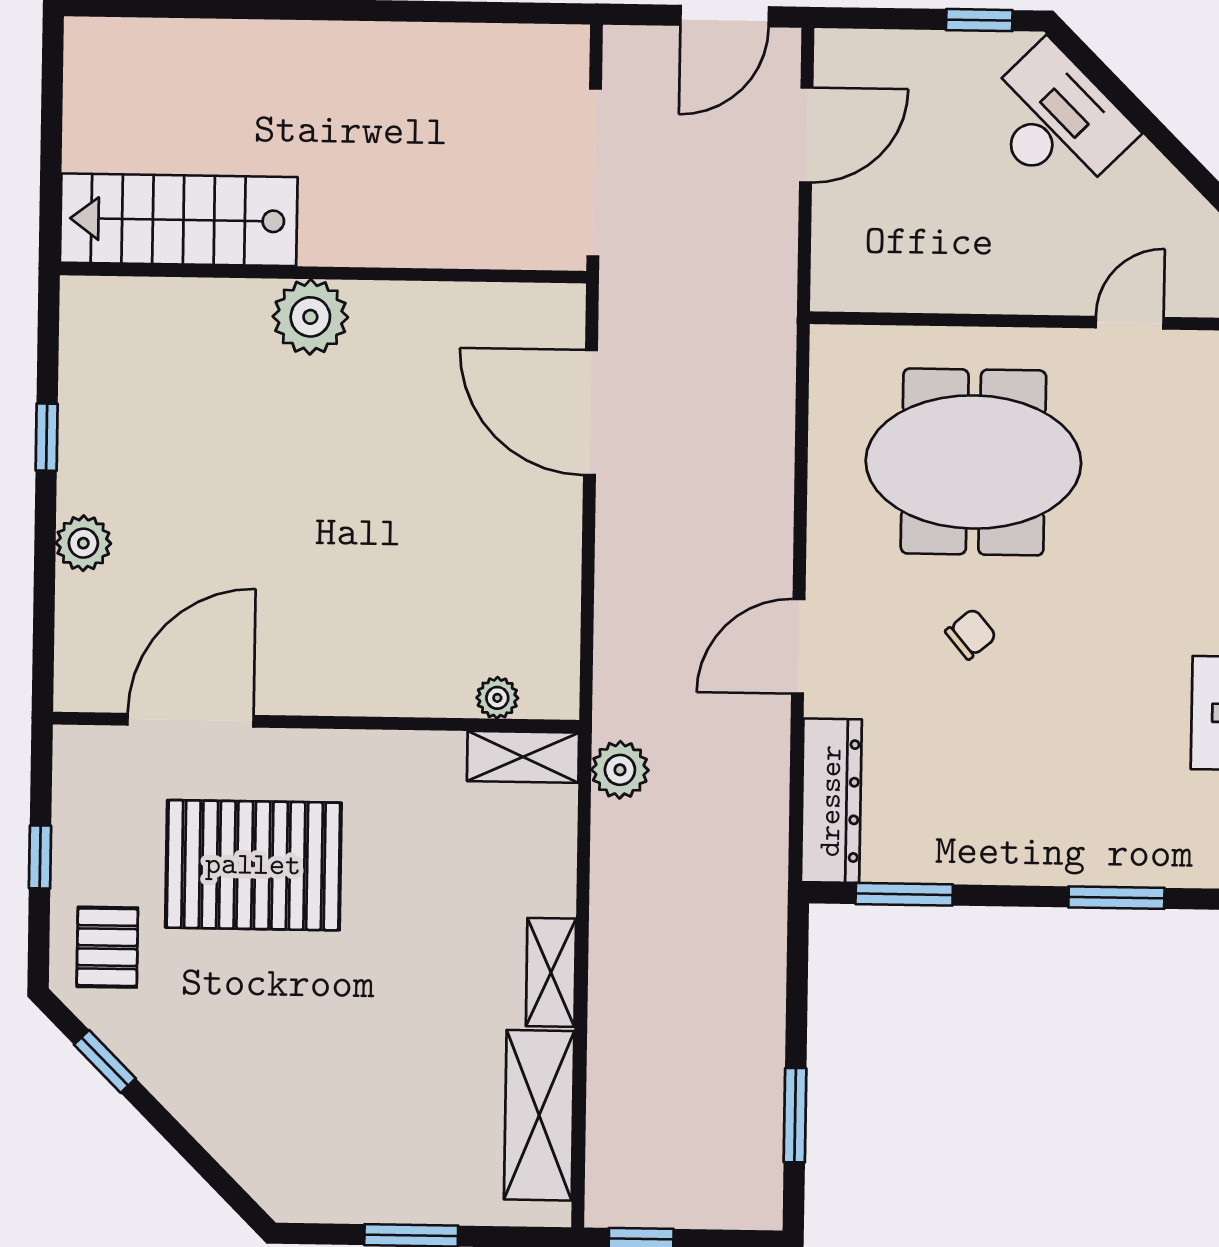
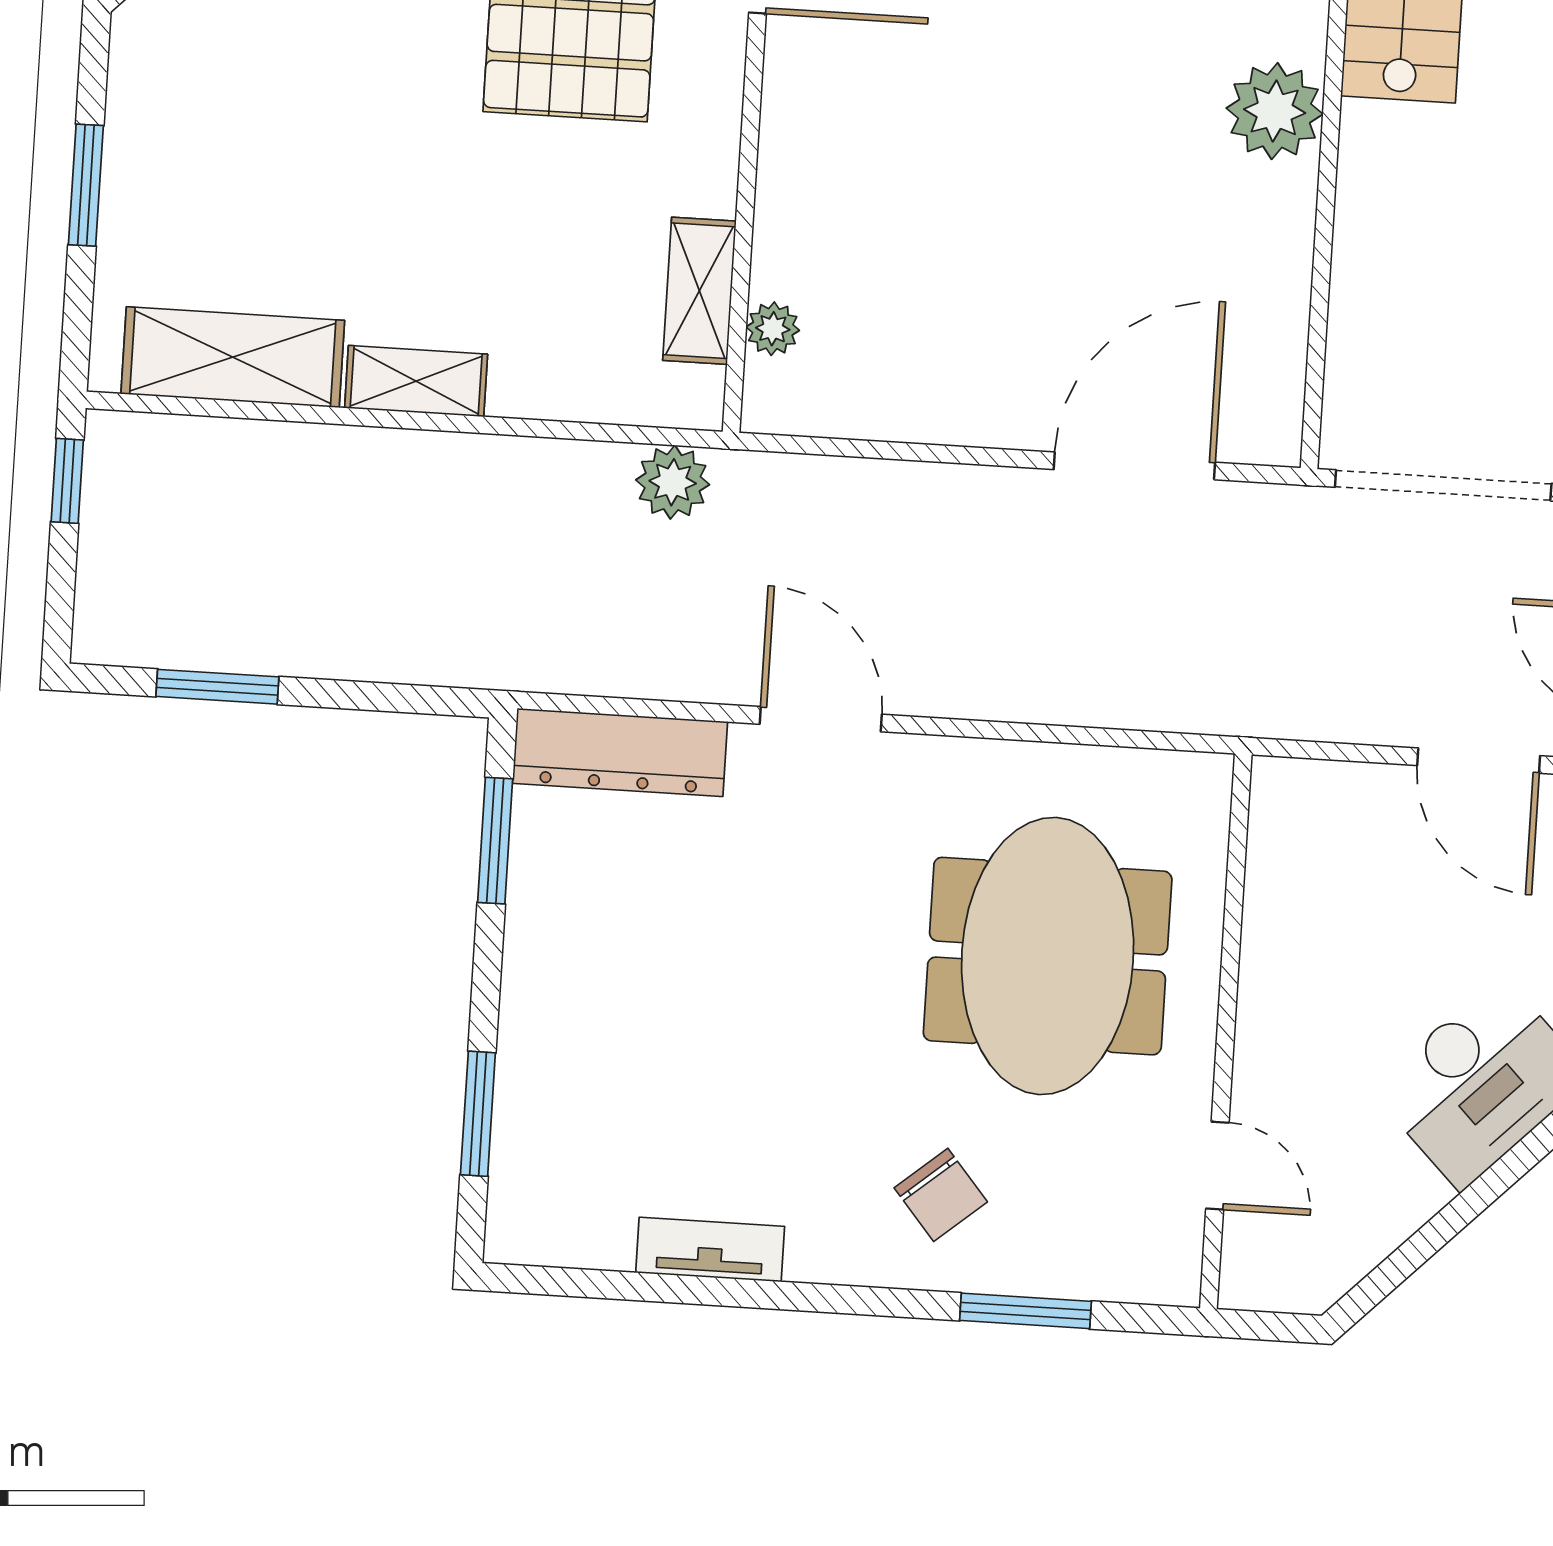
chair: (971, 634) -> (941, 1195), moved, width x1.37, depth x1.37
shelving: (523, 757) -> (699, 291), moved

